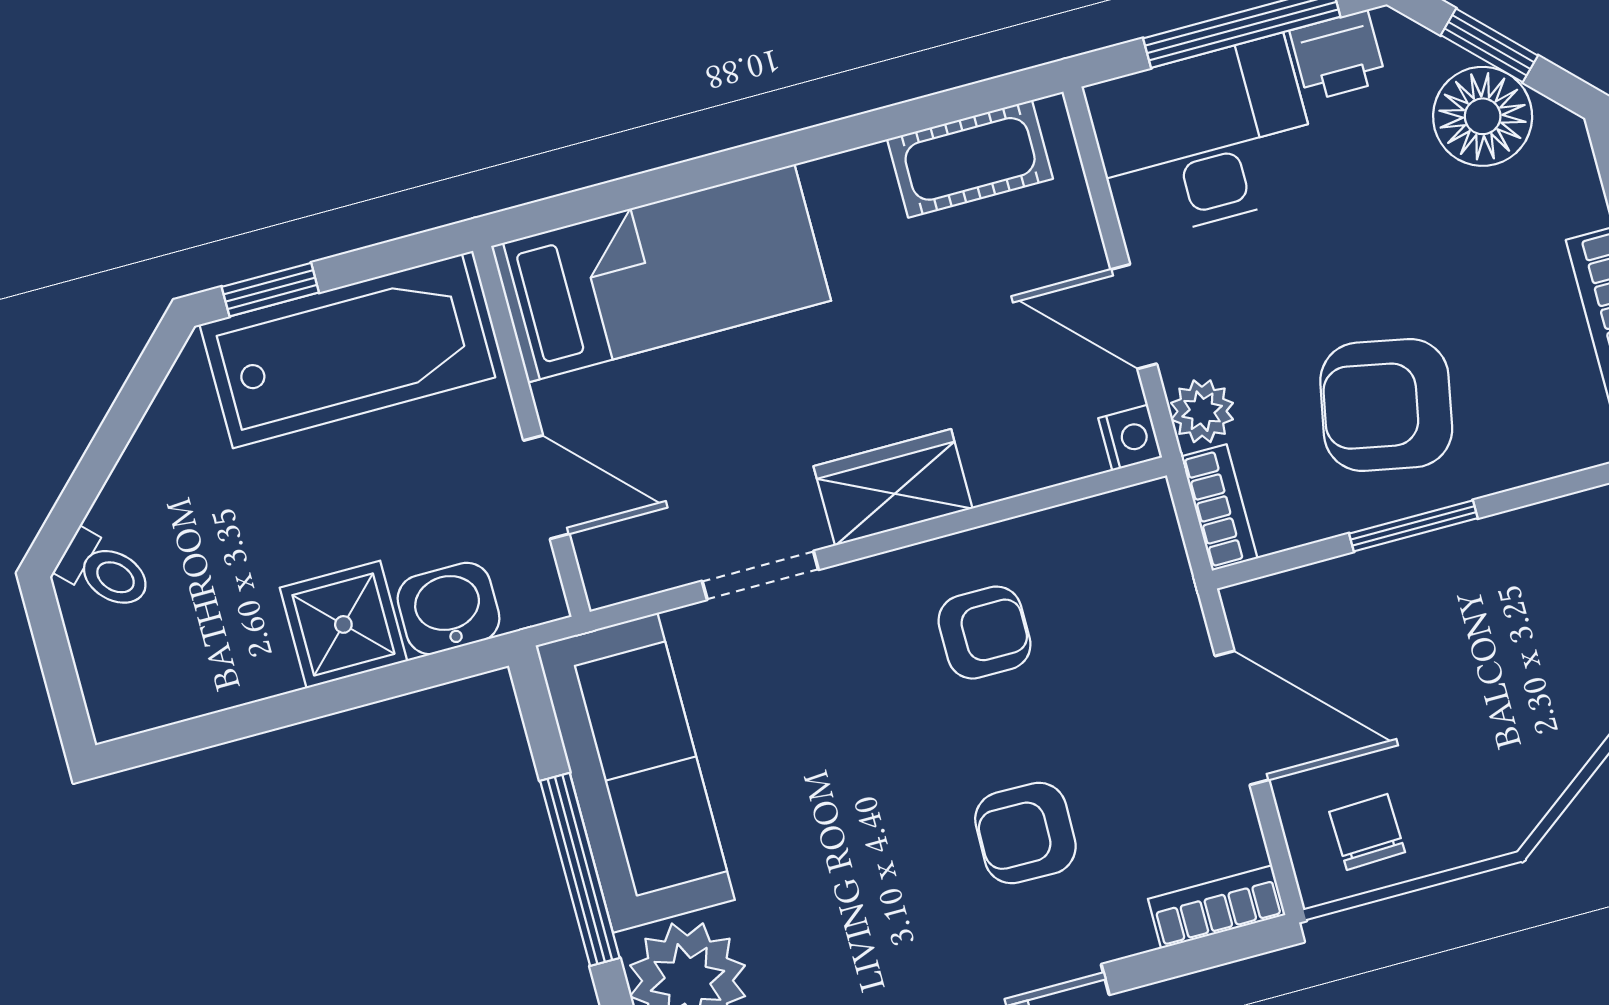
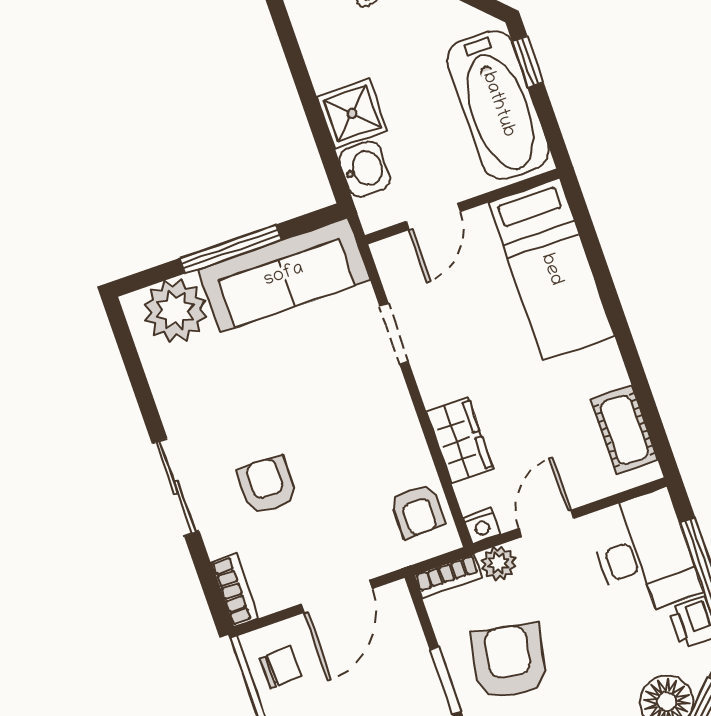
wardrobe: (893, 487) -> (460, 441), moved
armchair: (984, 633) -> (417, 511), moved

